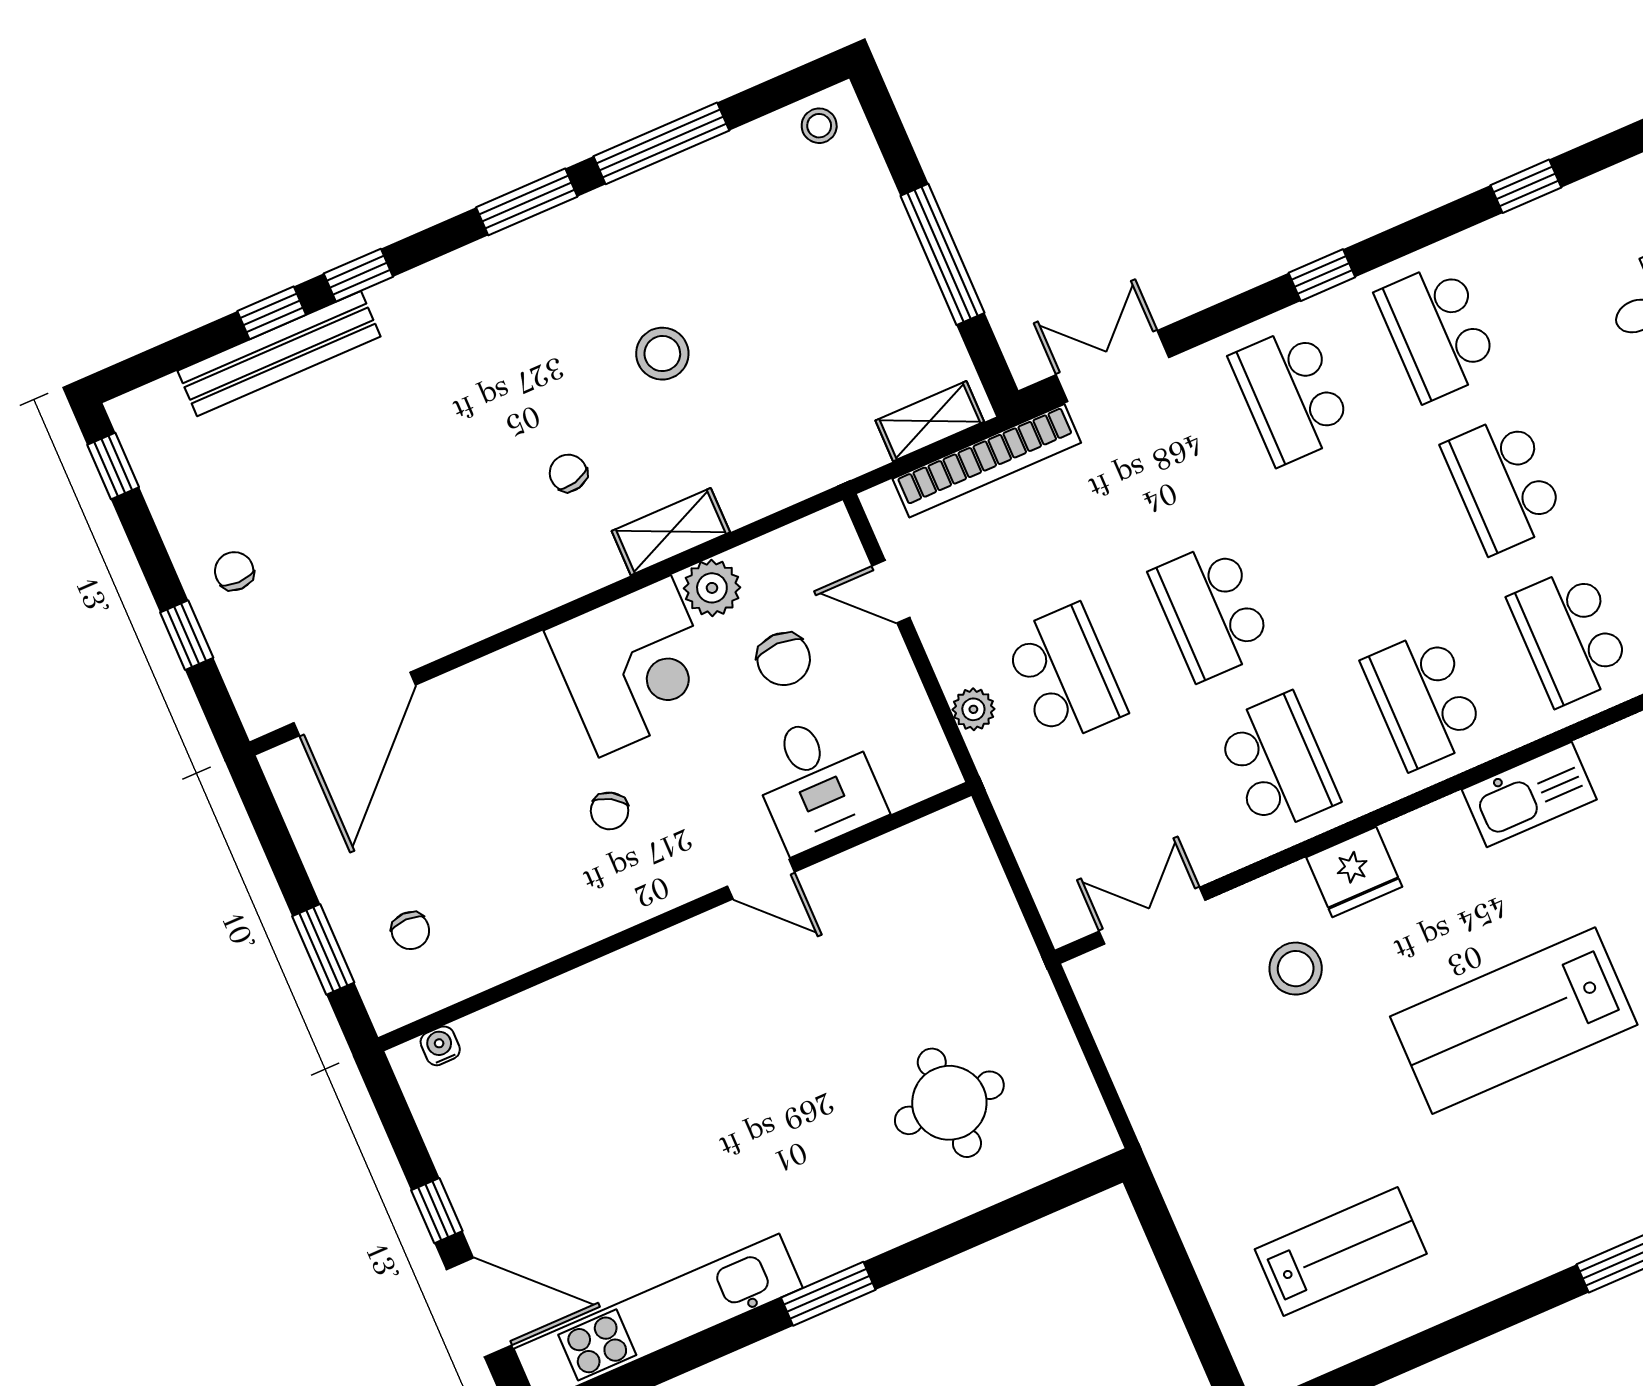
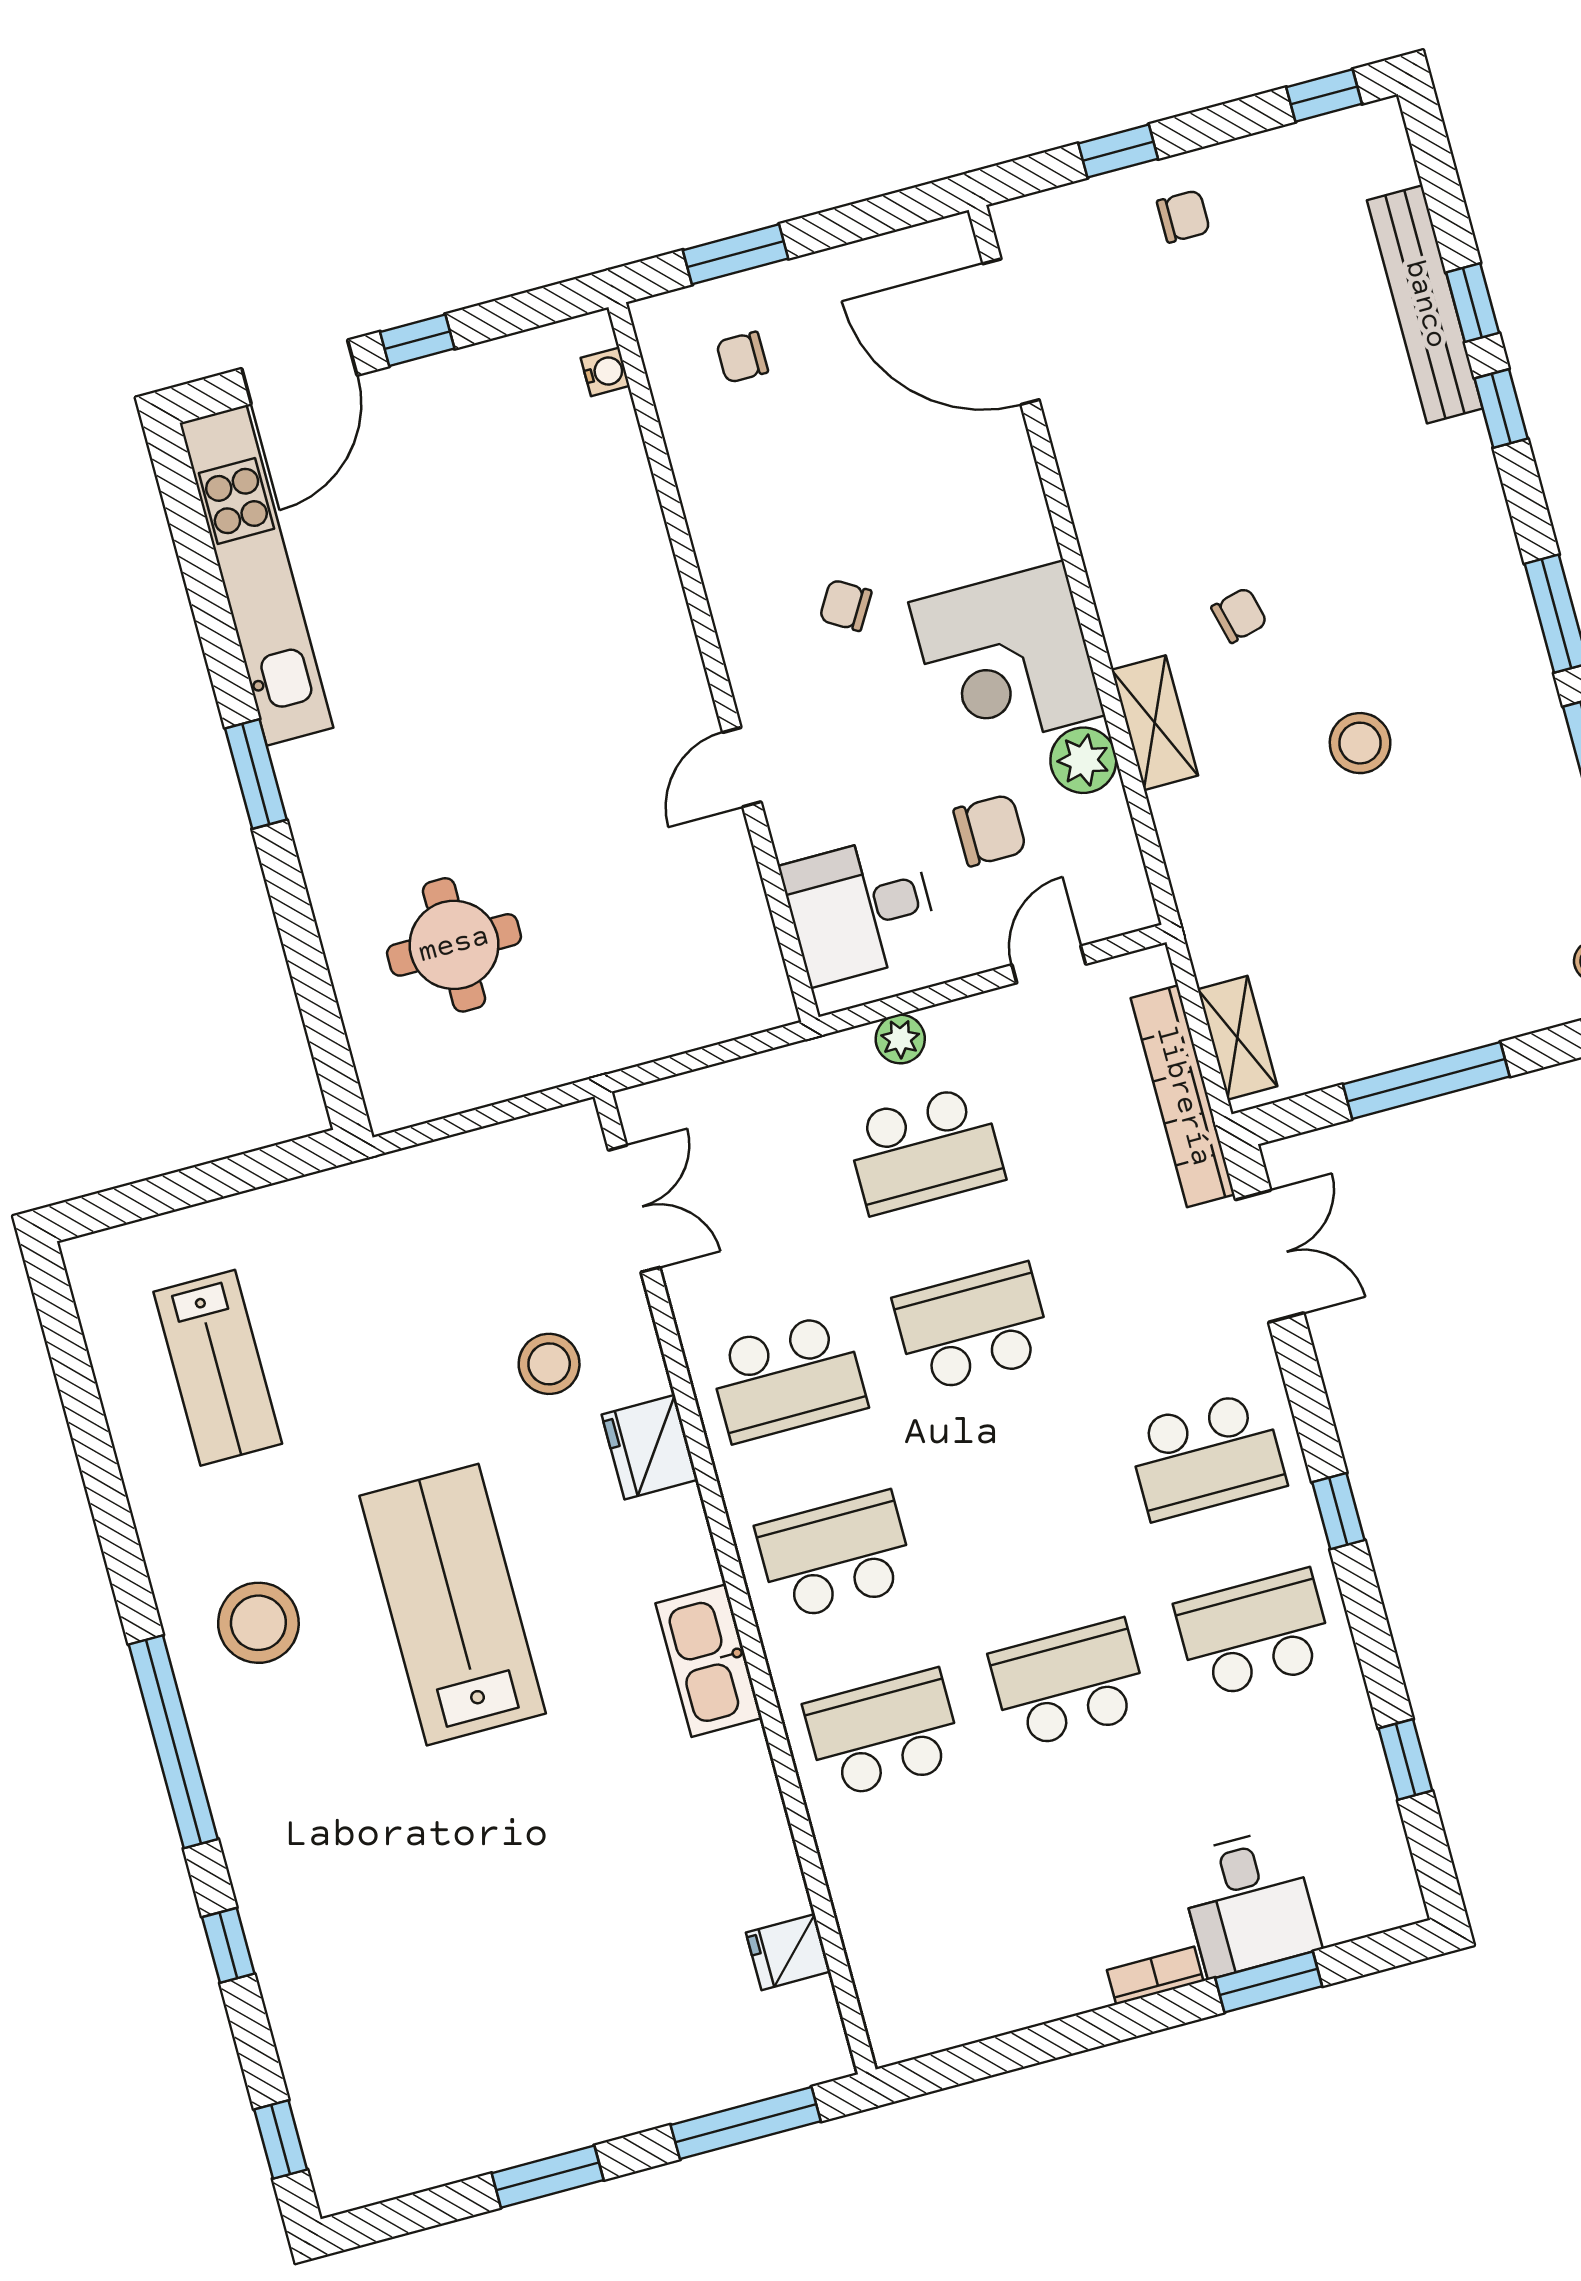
school desk: (1291, 395) -> (1206, 1456), turned 180
chair: (784, 659) -> (990, 830), turned 180
desk: (817, 782) -> (860, 909), moved
stool: (1554, 1184) -> (258, 1623), added

